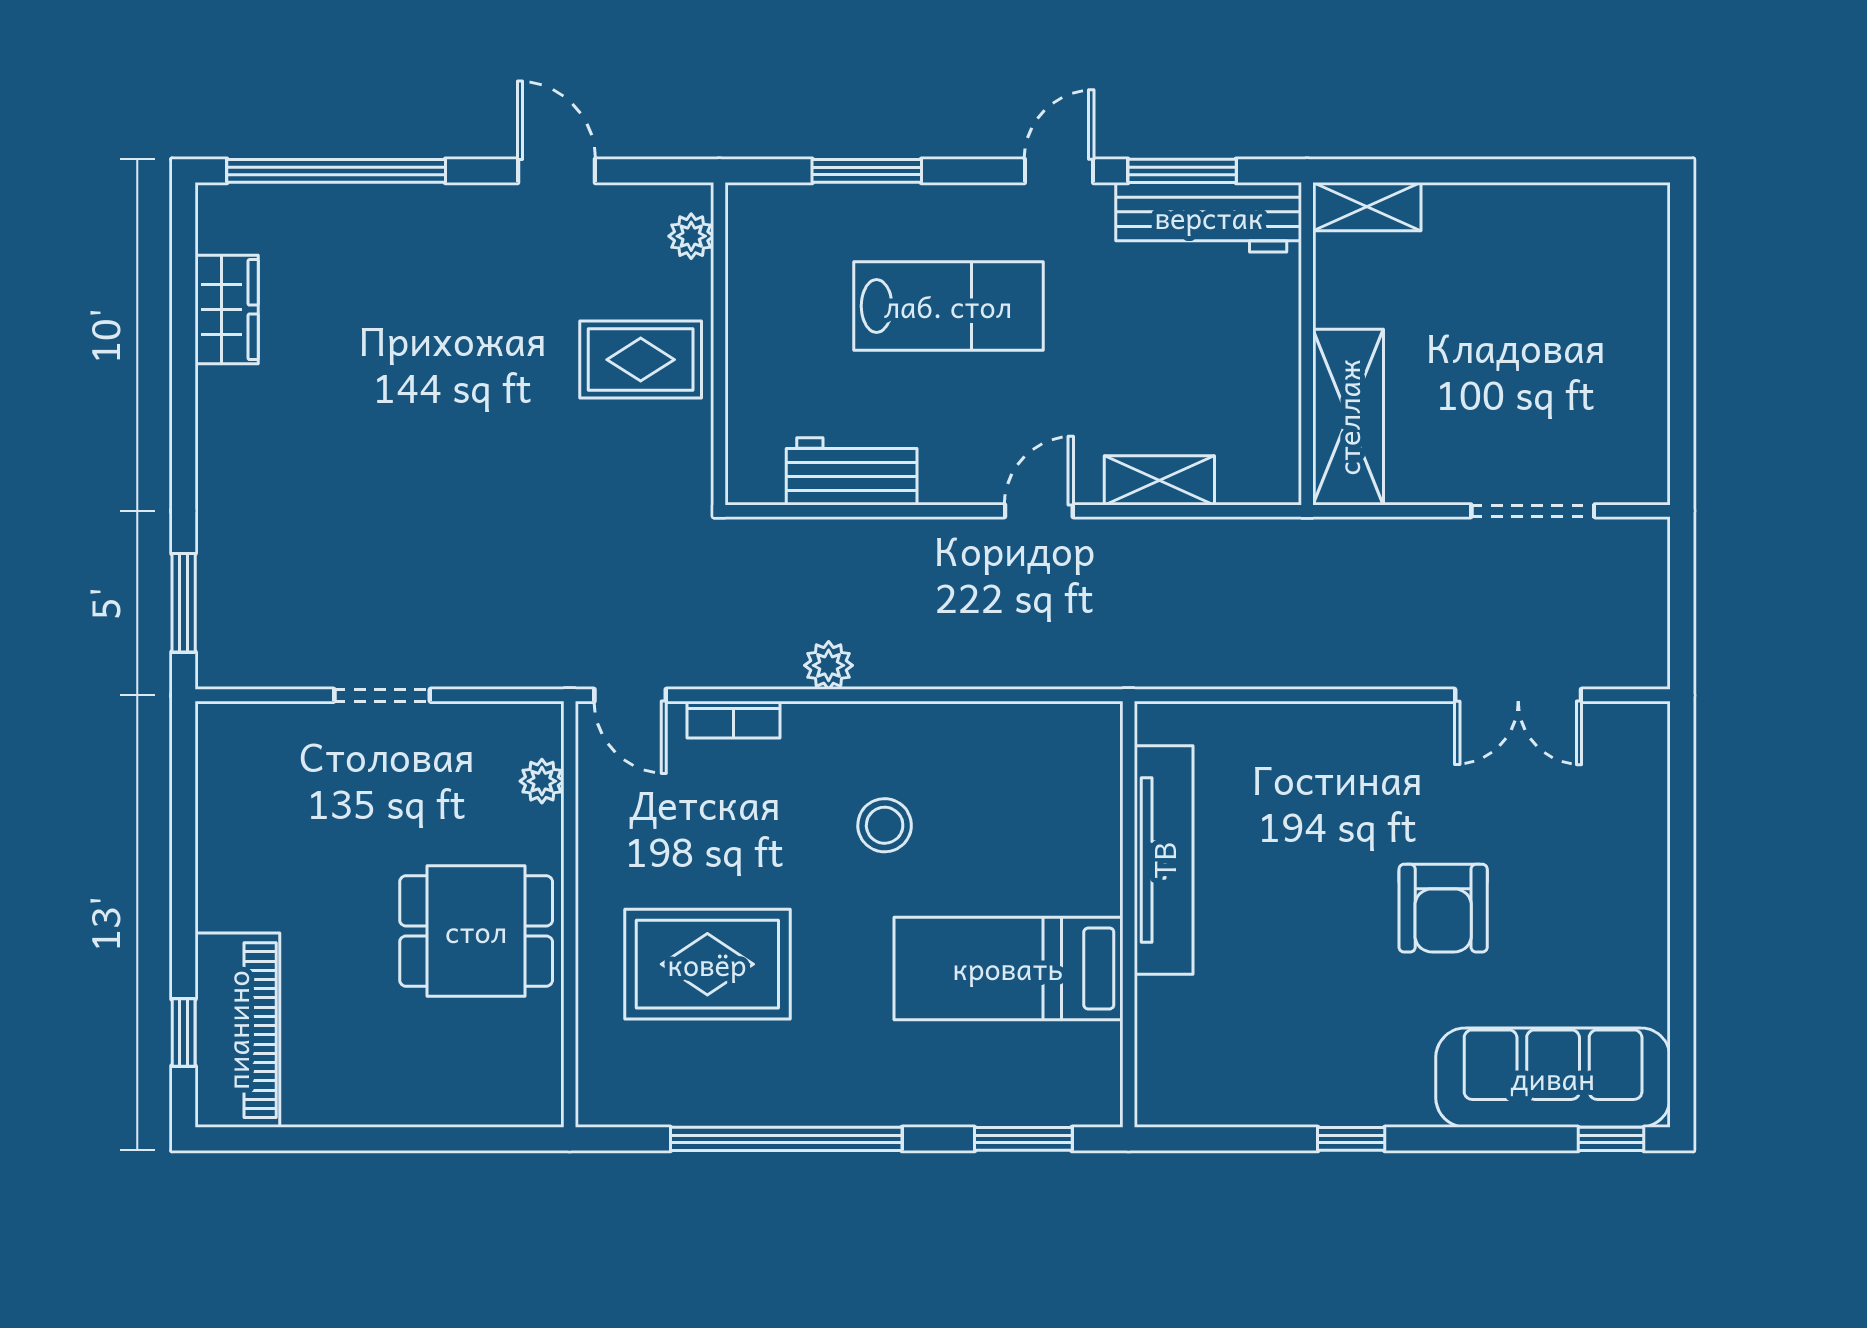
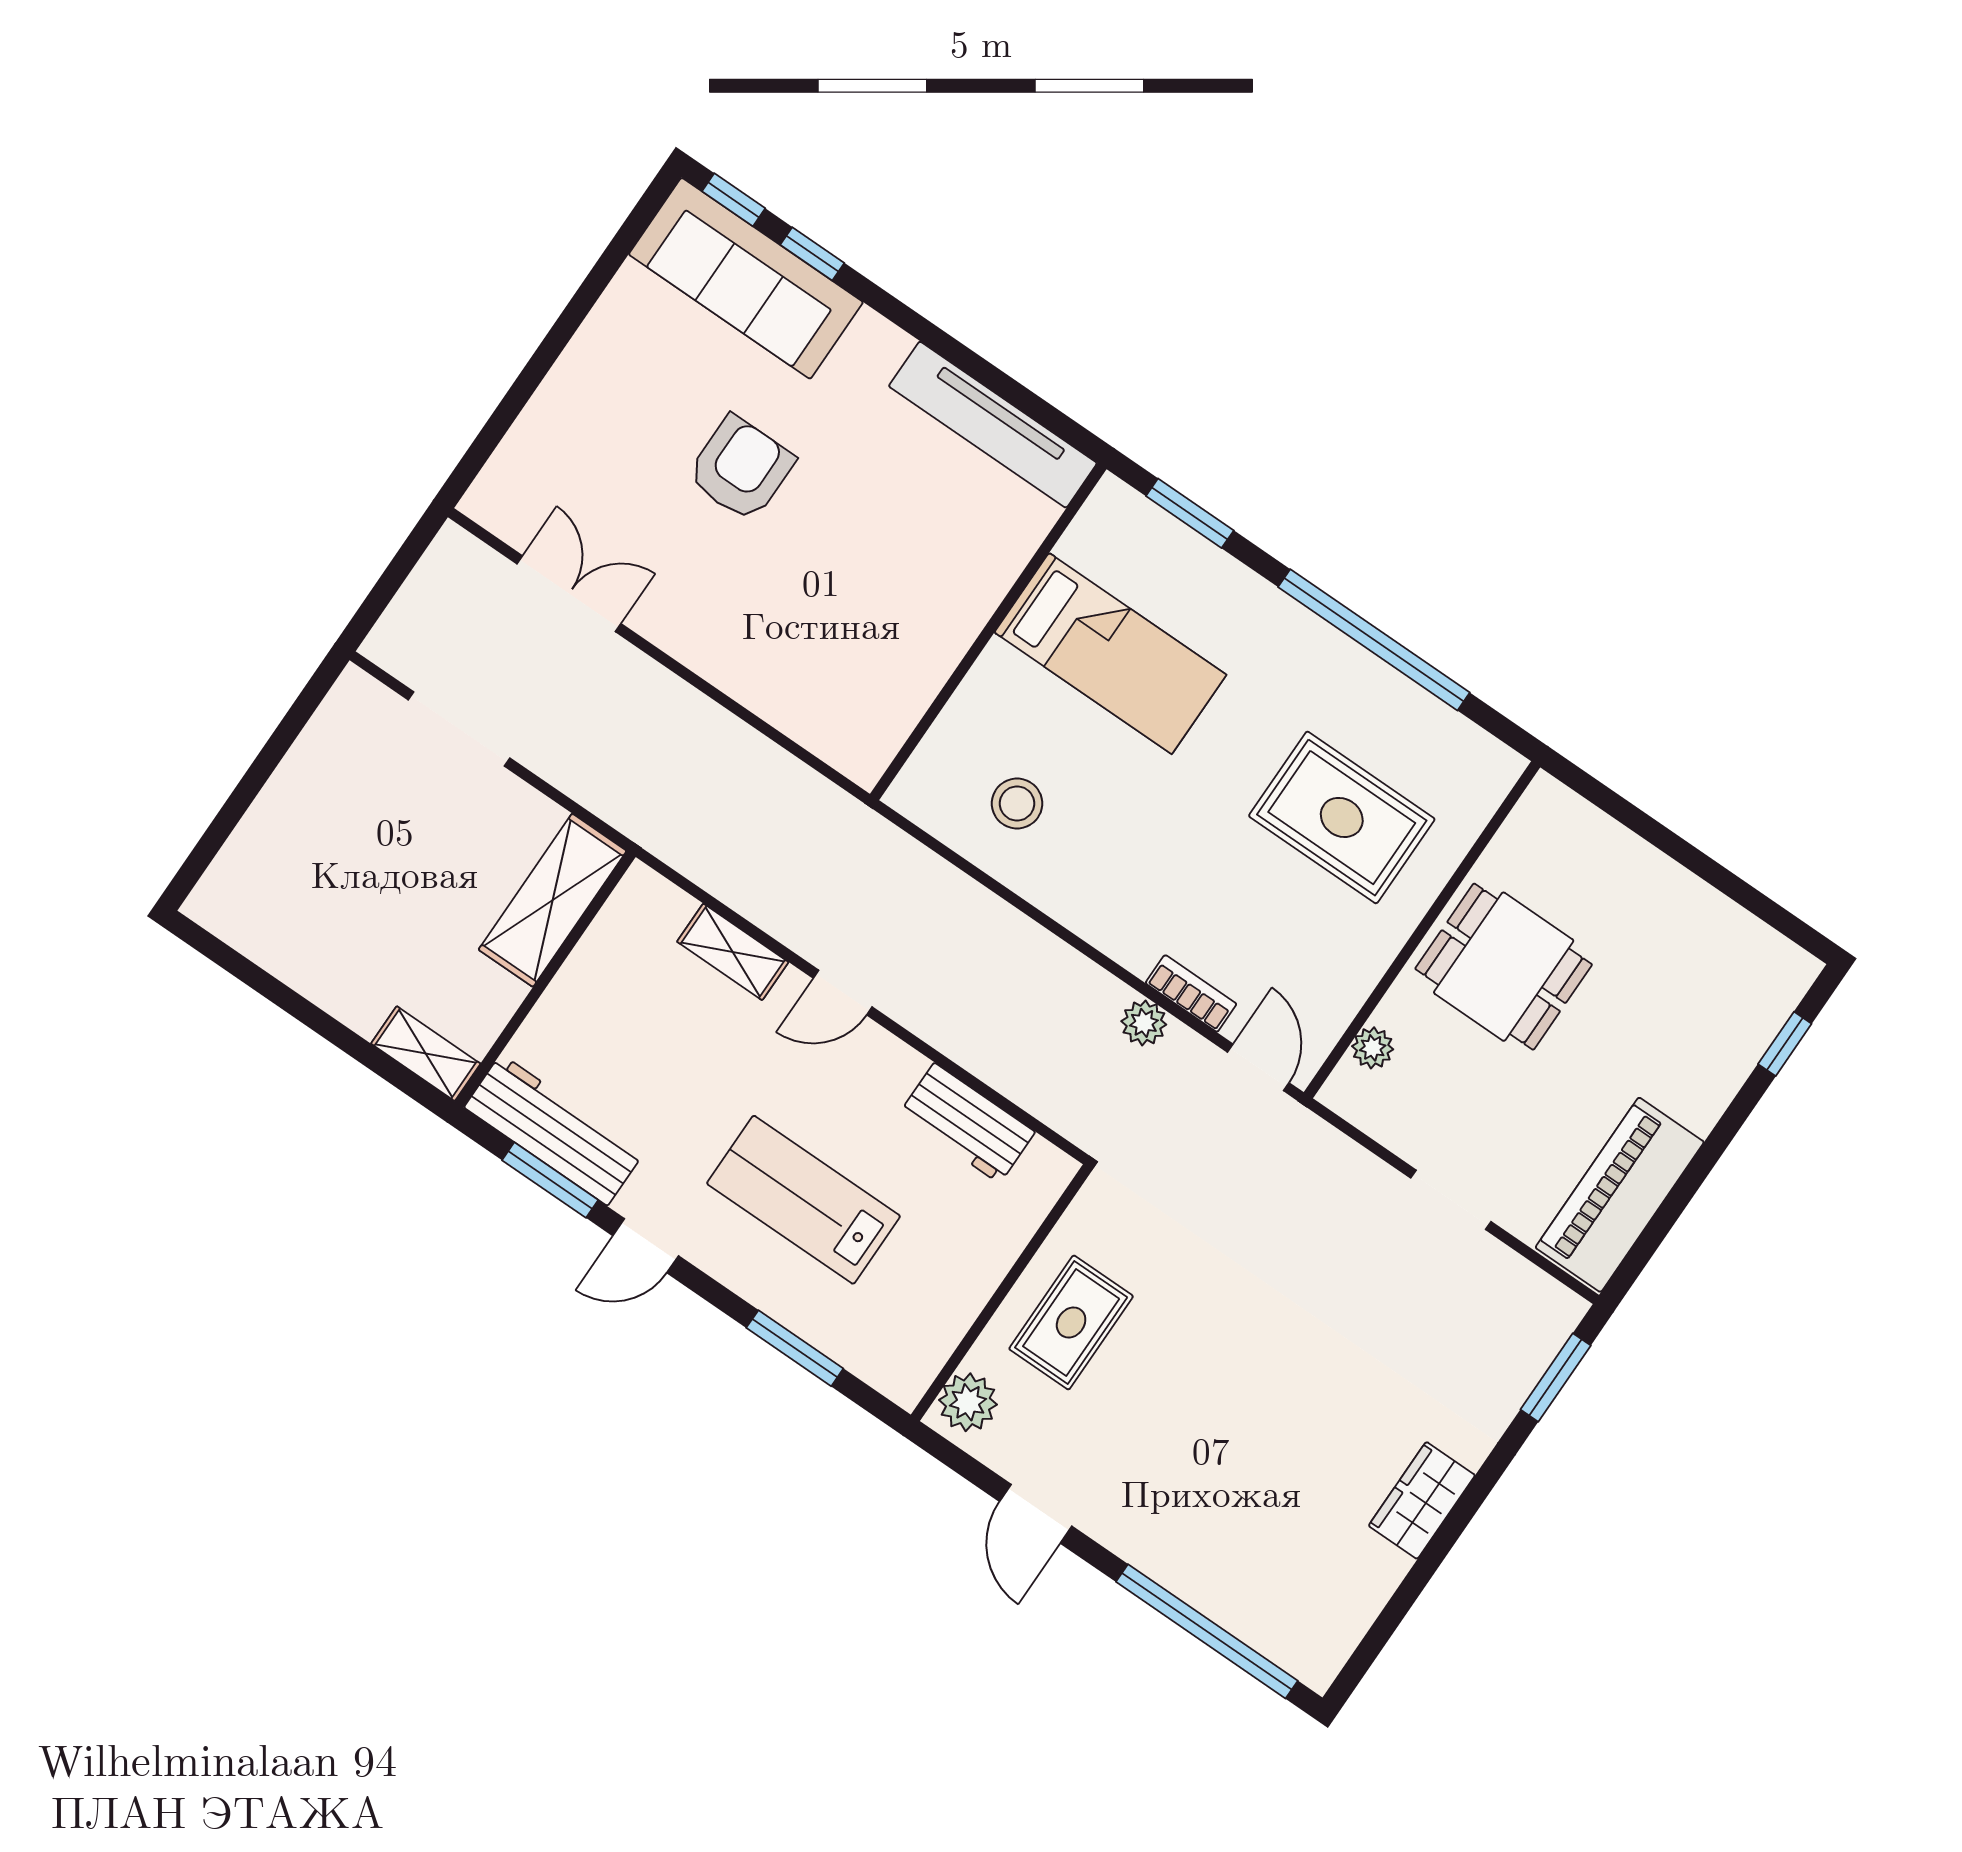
plant: (691, 236) -> (968, 1402), width x1.38, depth x1.38
wardrobe: (227, 310) -> (1422, 1500), moved
rug: (641, 360) -> (1071, 1322), turned 90
plant: (829, 665) -> (1144, 1023), moved
stool: (885, 825) -> (1017, 803), moved
tv unit: (1164, 860) -> (993, 425), moved, turned -90
piano: (237, 1030) -> (1620, 1195), moved
window: (1351, 1139) -> (812, 254), moved

